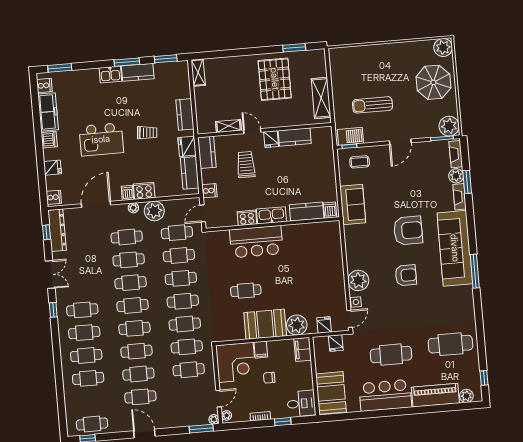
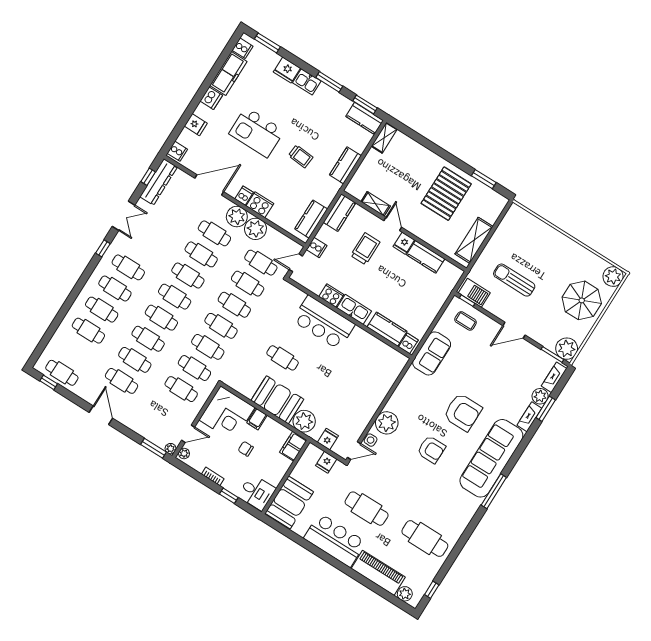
kitchen counter: (138, 72) -> (365, 118), moved
fridge: (187, 146) -> (287, 70), moved, turned -90
plant: (133, 208) -> (237, 217), width x1.88, depth x1.88

